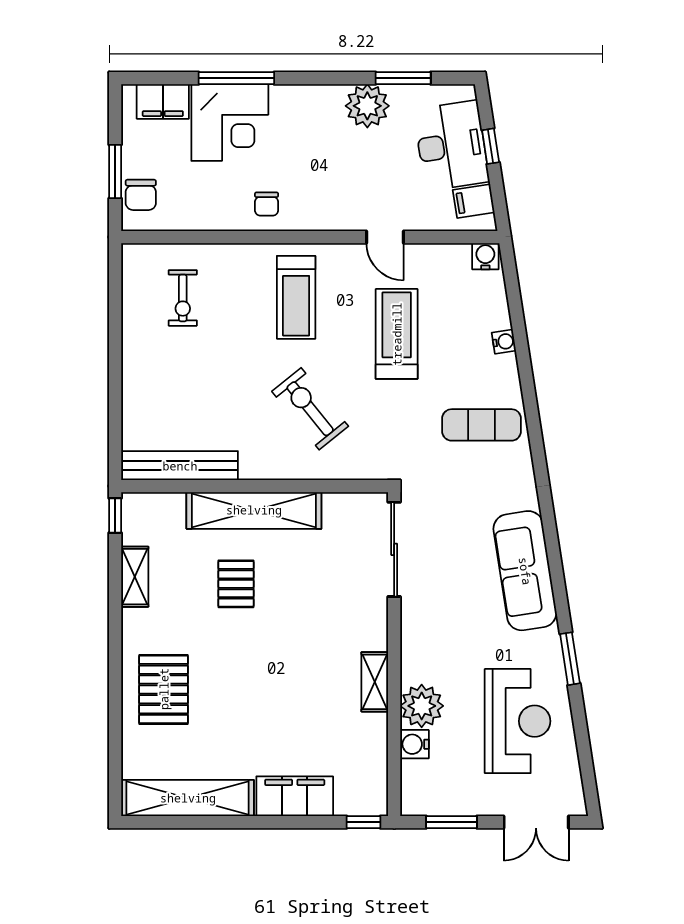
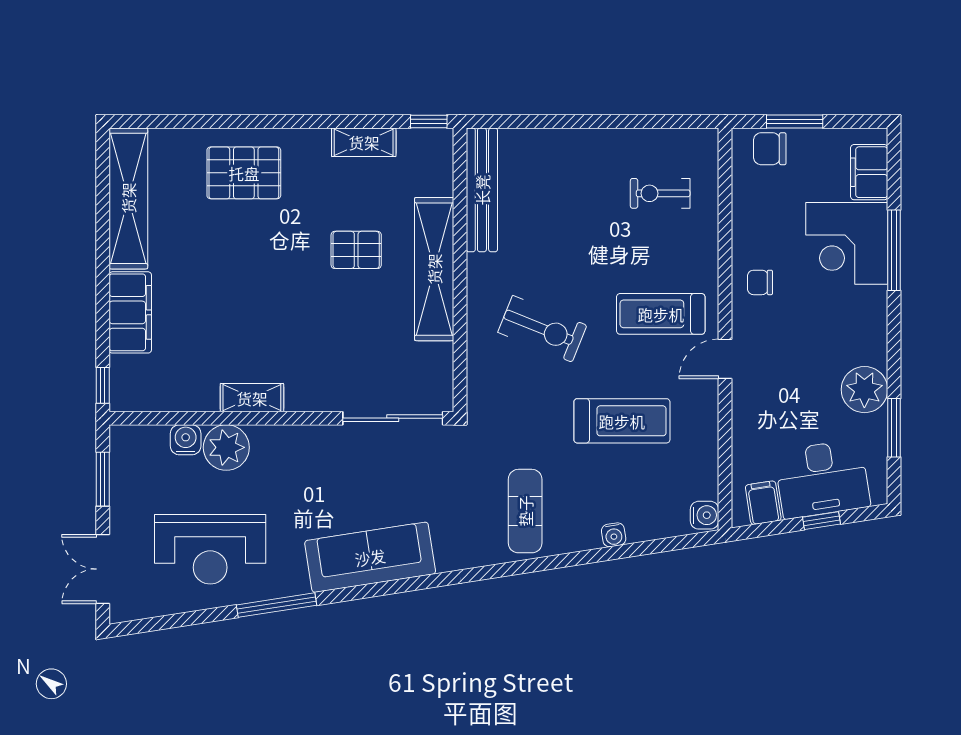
door: (385, 237) -> (725, 359), moved
exercise bike: (310, 409) -> (542, 329), turned 61
window: (570, 659) -> (277, 605), width x1.44

